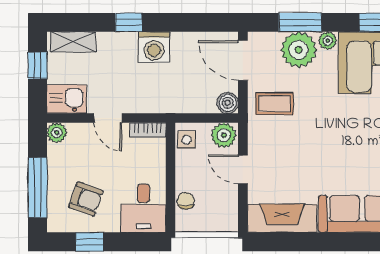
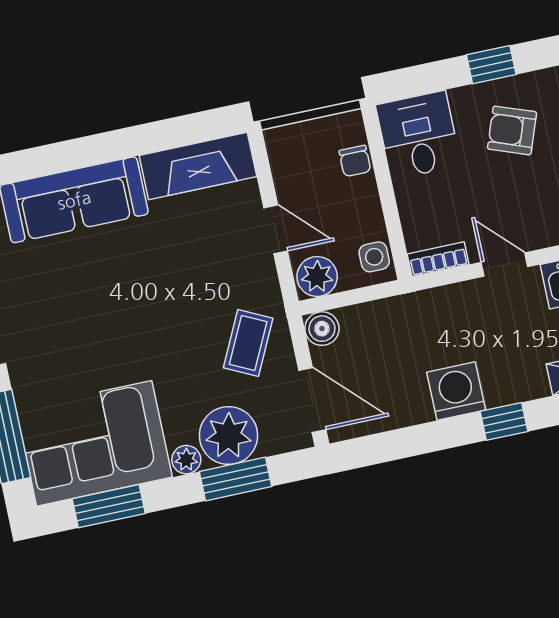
coffee table: (275, 104) -> (248, 343), turned -64

